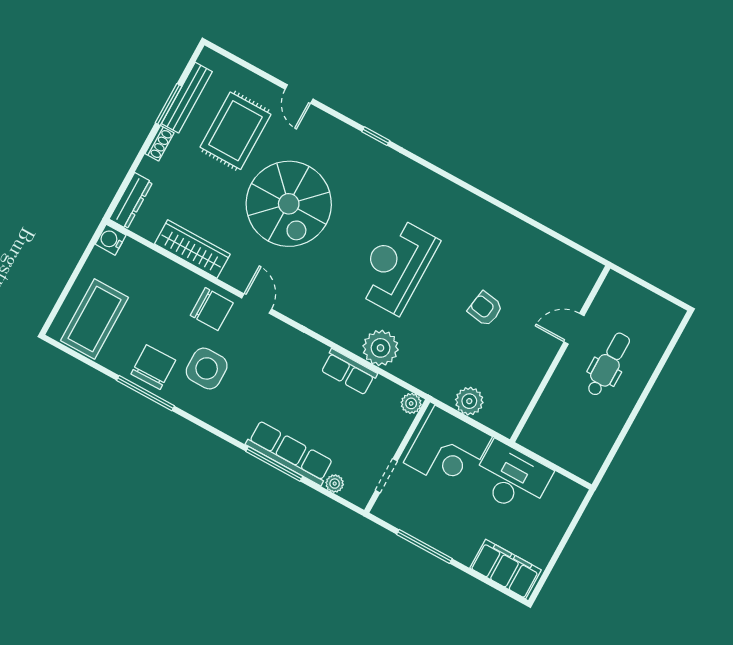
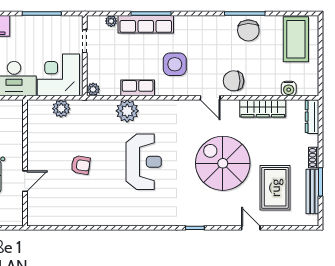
water cooler: (111, 240) -> (289, 89), moved, turned 90
side table: (207, 368) -> (175, 64), moved

